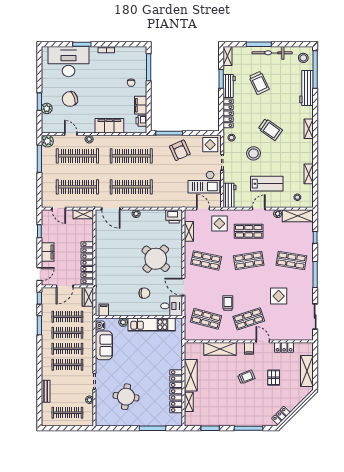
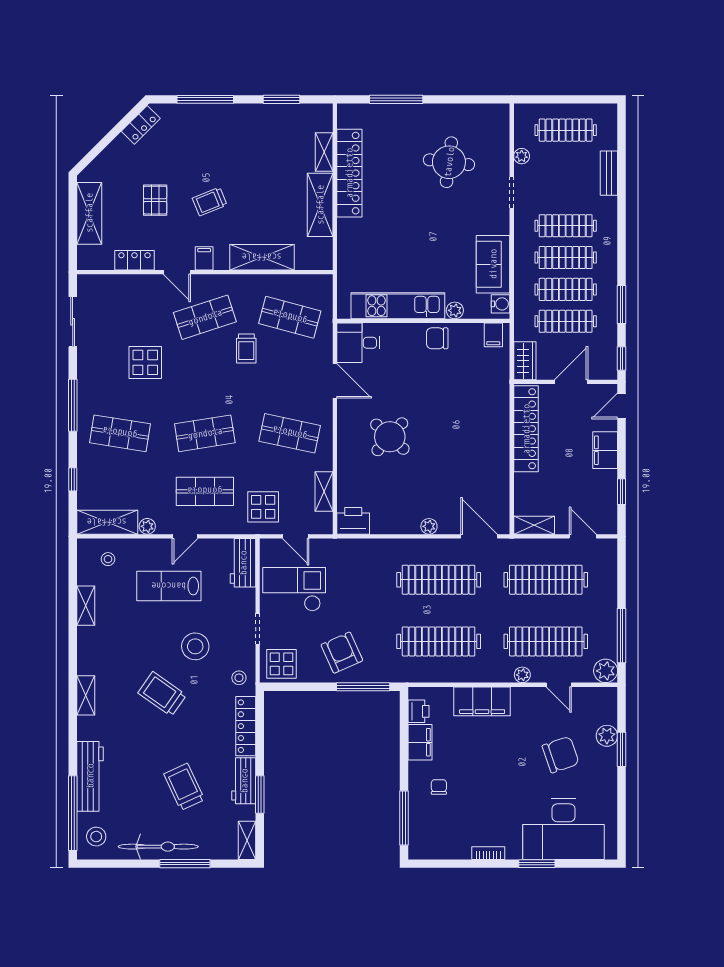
round table: (156, 259) -> (390, 437), width x0.73, depth x0.73
chair: (144, 293) -> (437, 338), moved

